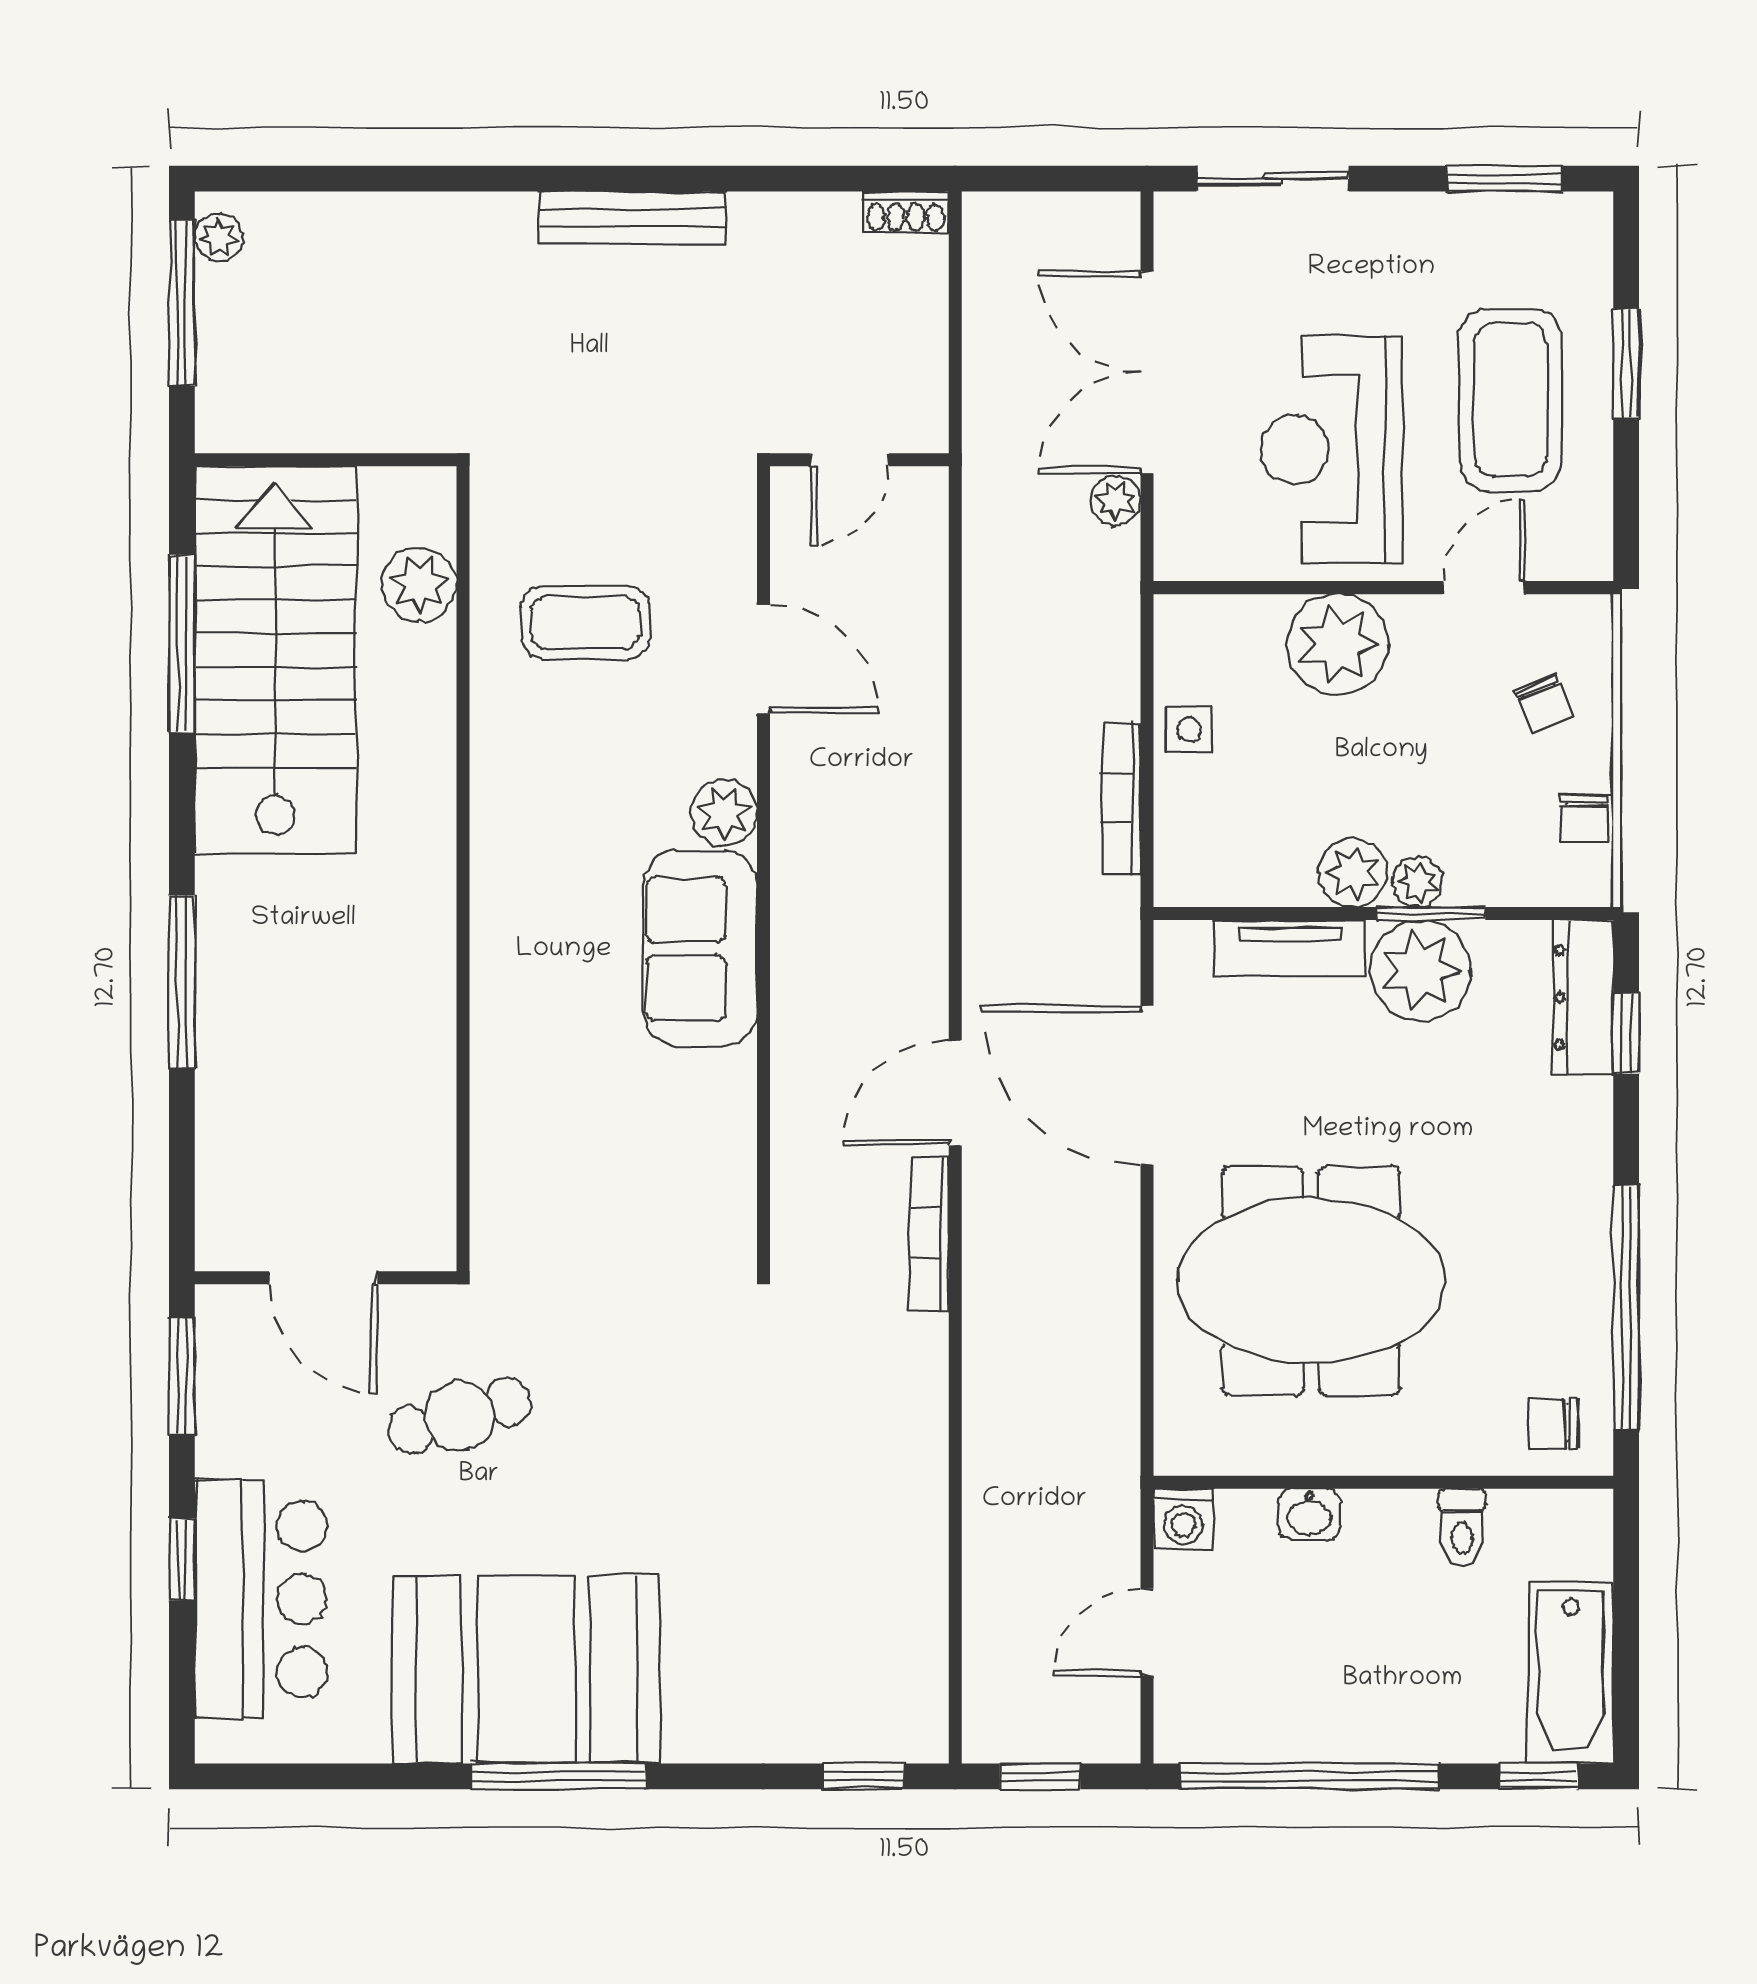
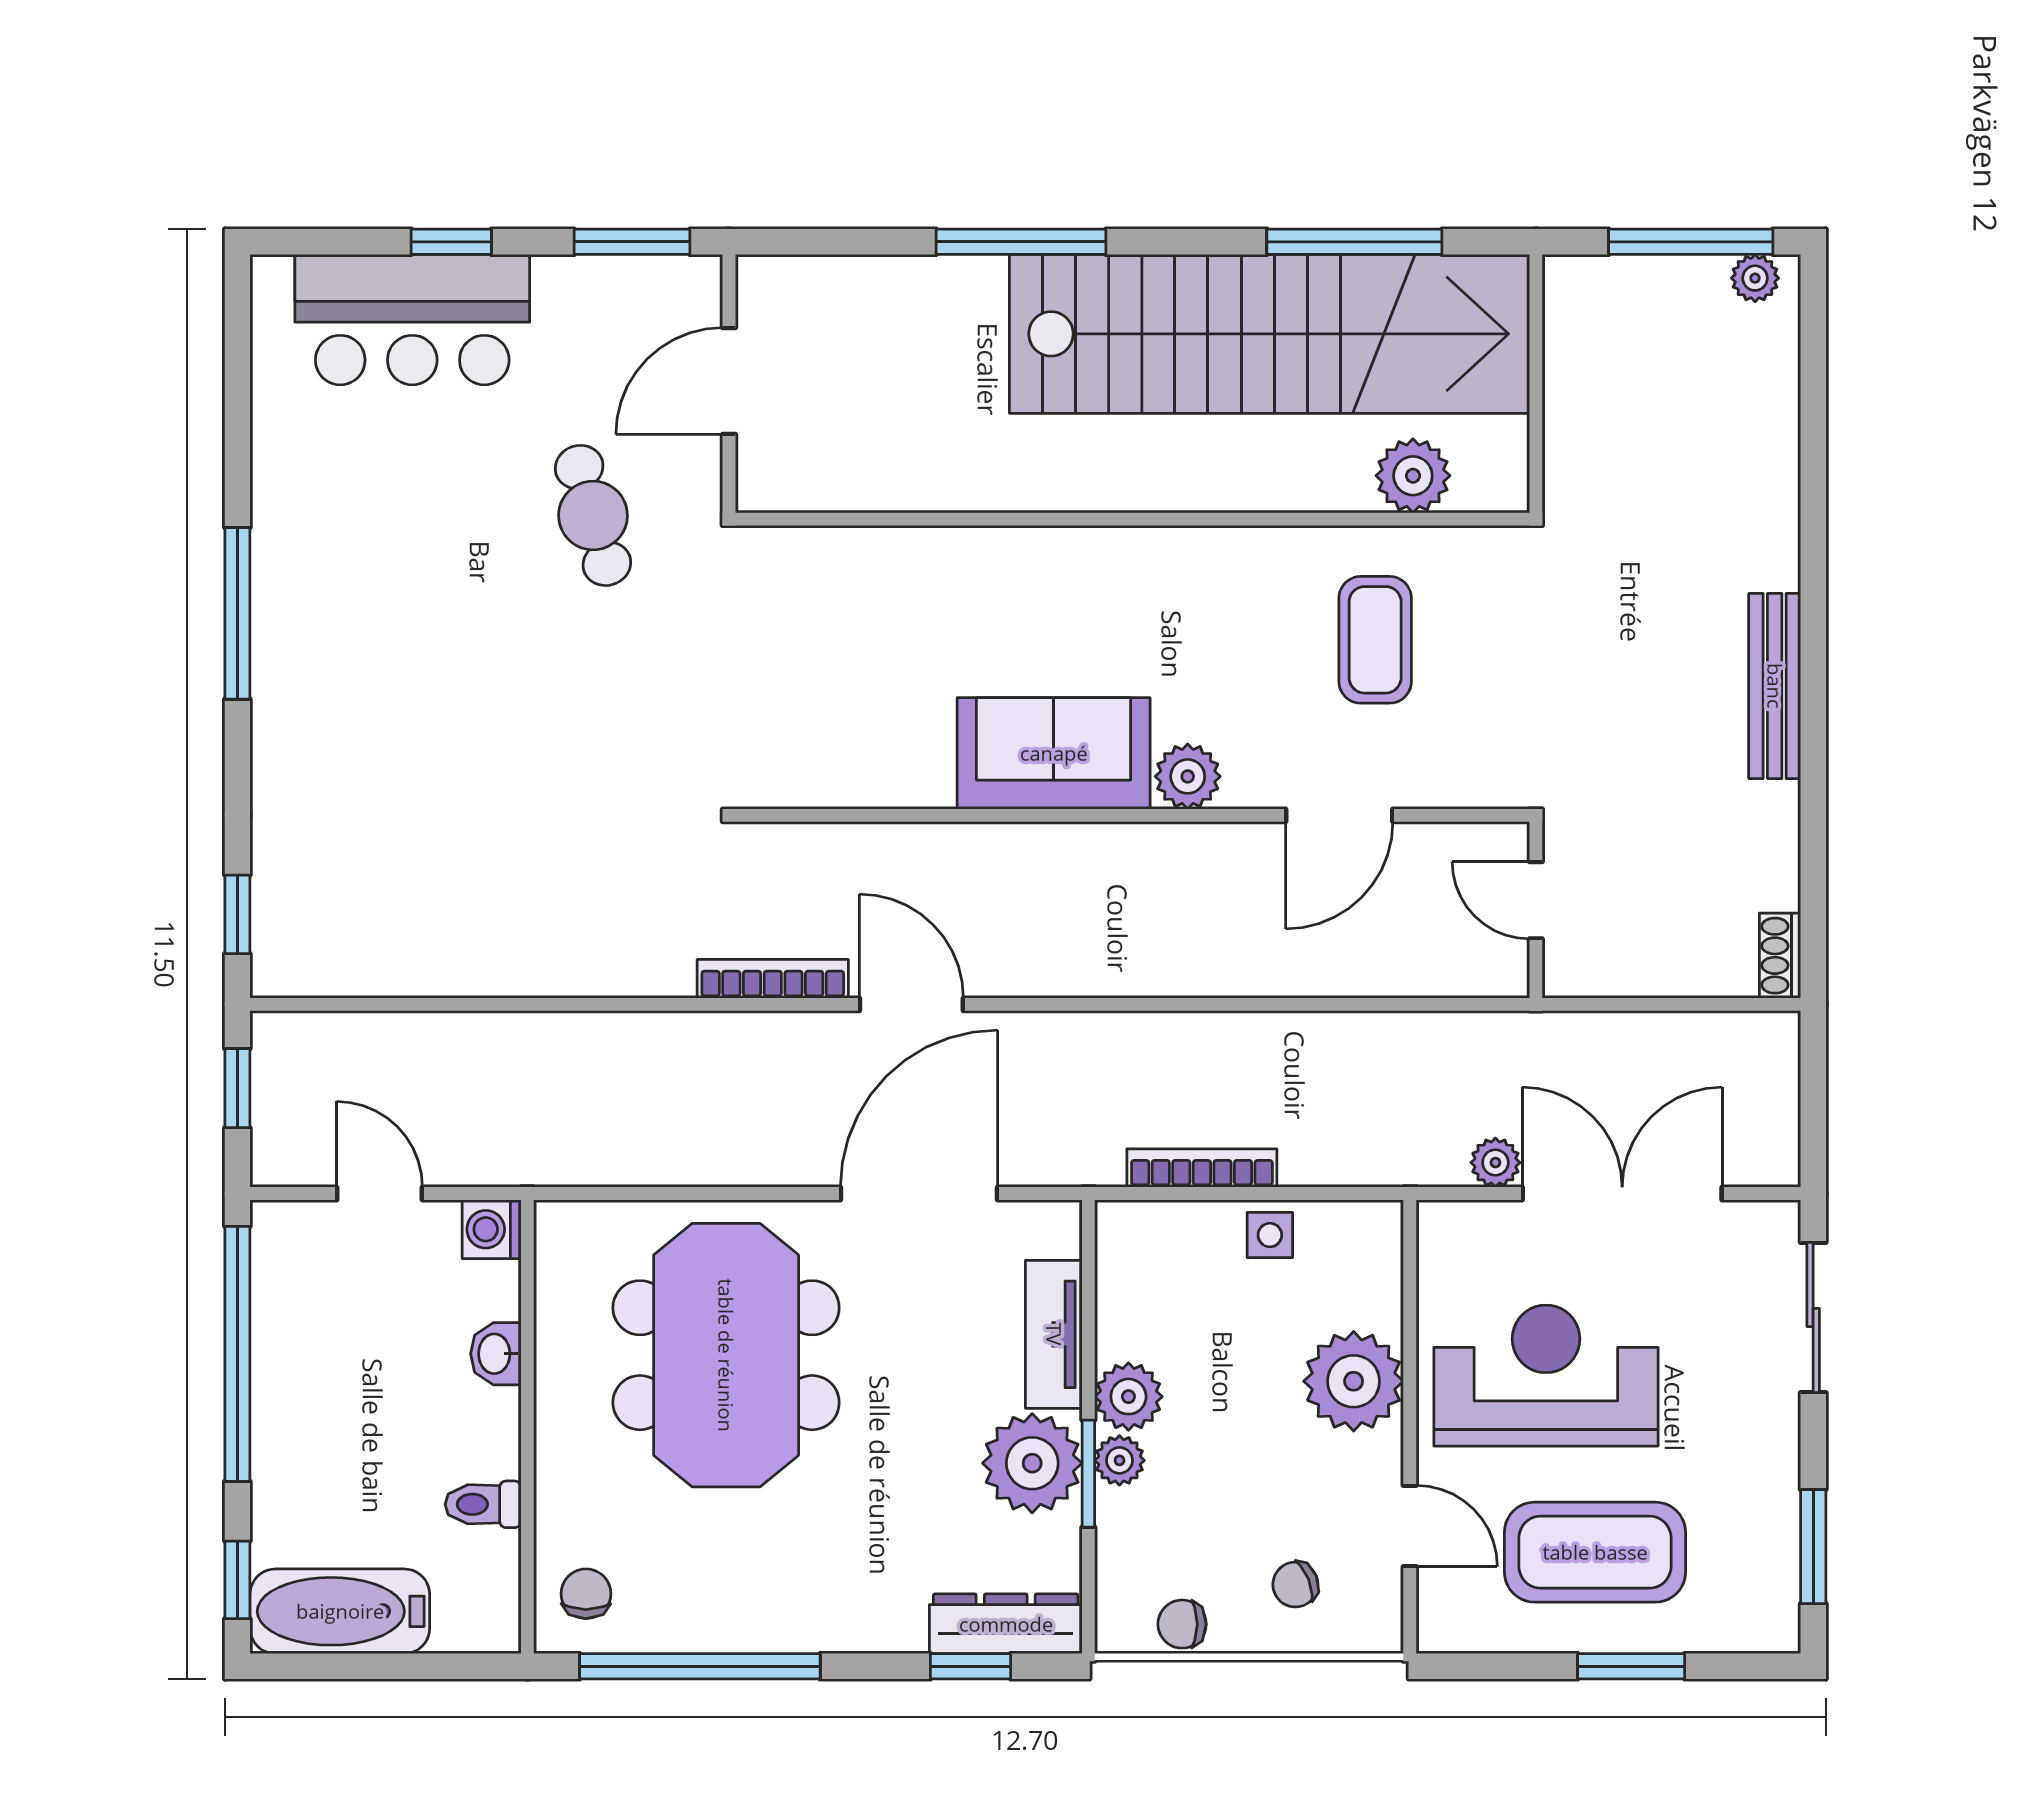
stairs: (275, 660) -> (1269, 334), width x1.36
booth: (526, 1669) -> (343, 581), removed

